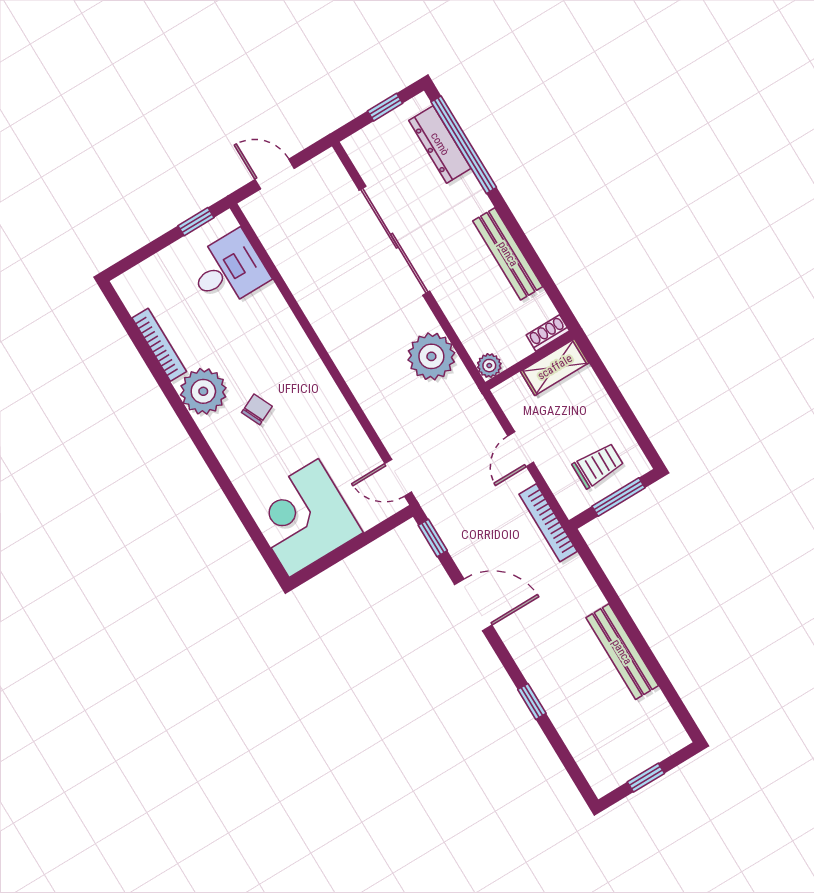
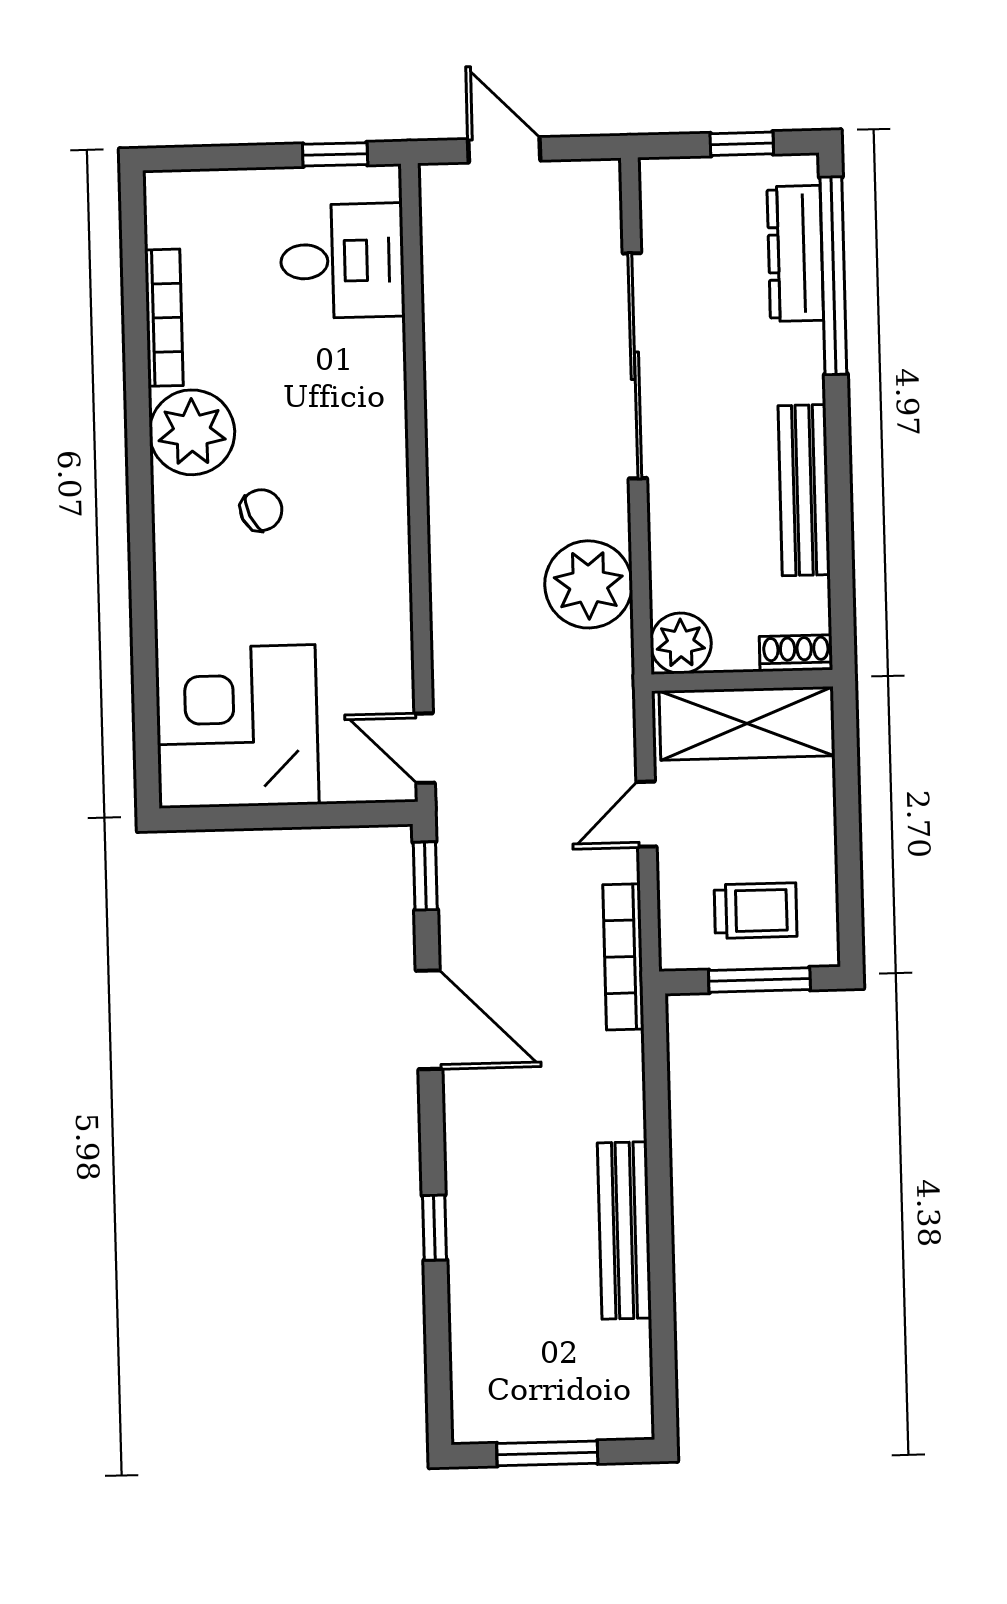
plant: (489, 366) -> (681, 643), width x1.38, depth x1.38
shelving: (555, 367) -> (747, 723), width x1.50, depth x1.33
window: (646, 778) -> (547, 1453), width x1.50

